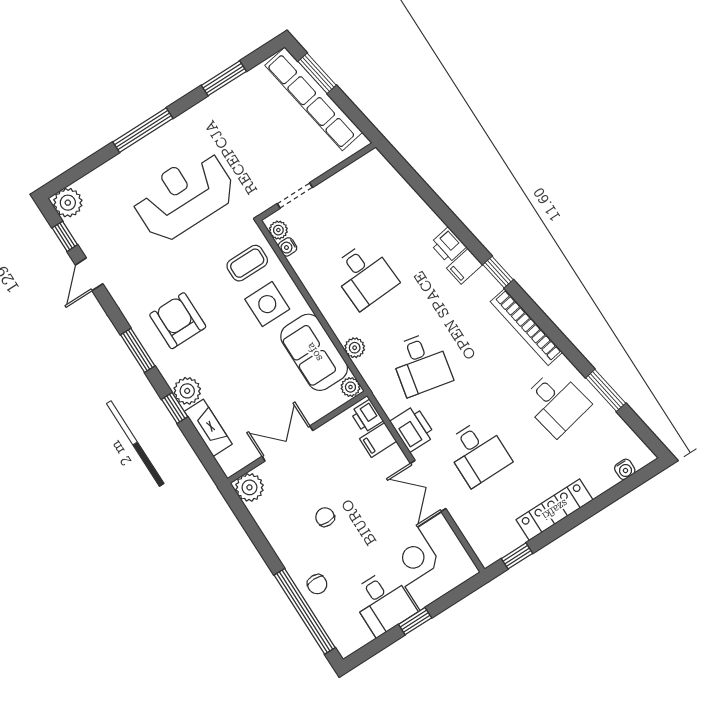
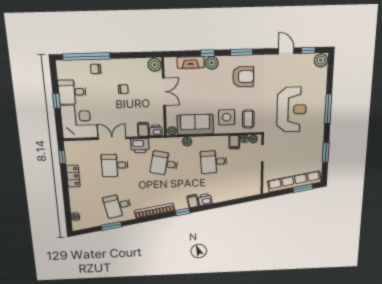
filing cabinet: (305, 261) -> (234, 142), added
locker: (555, 510) -> (73, 176), width x0.66

